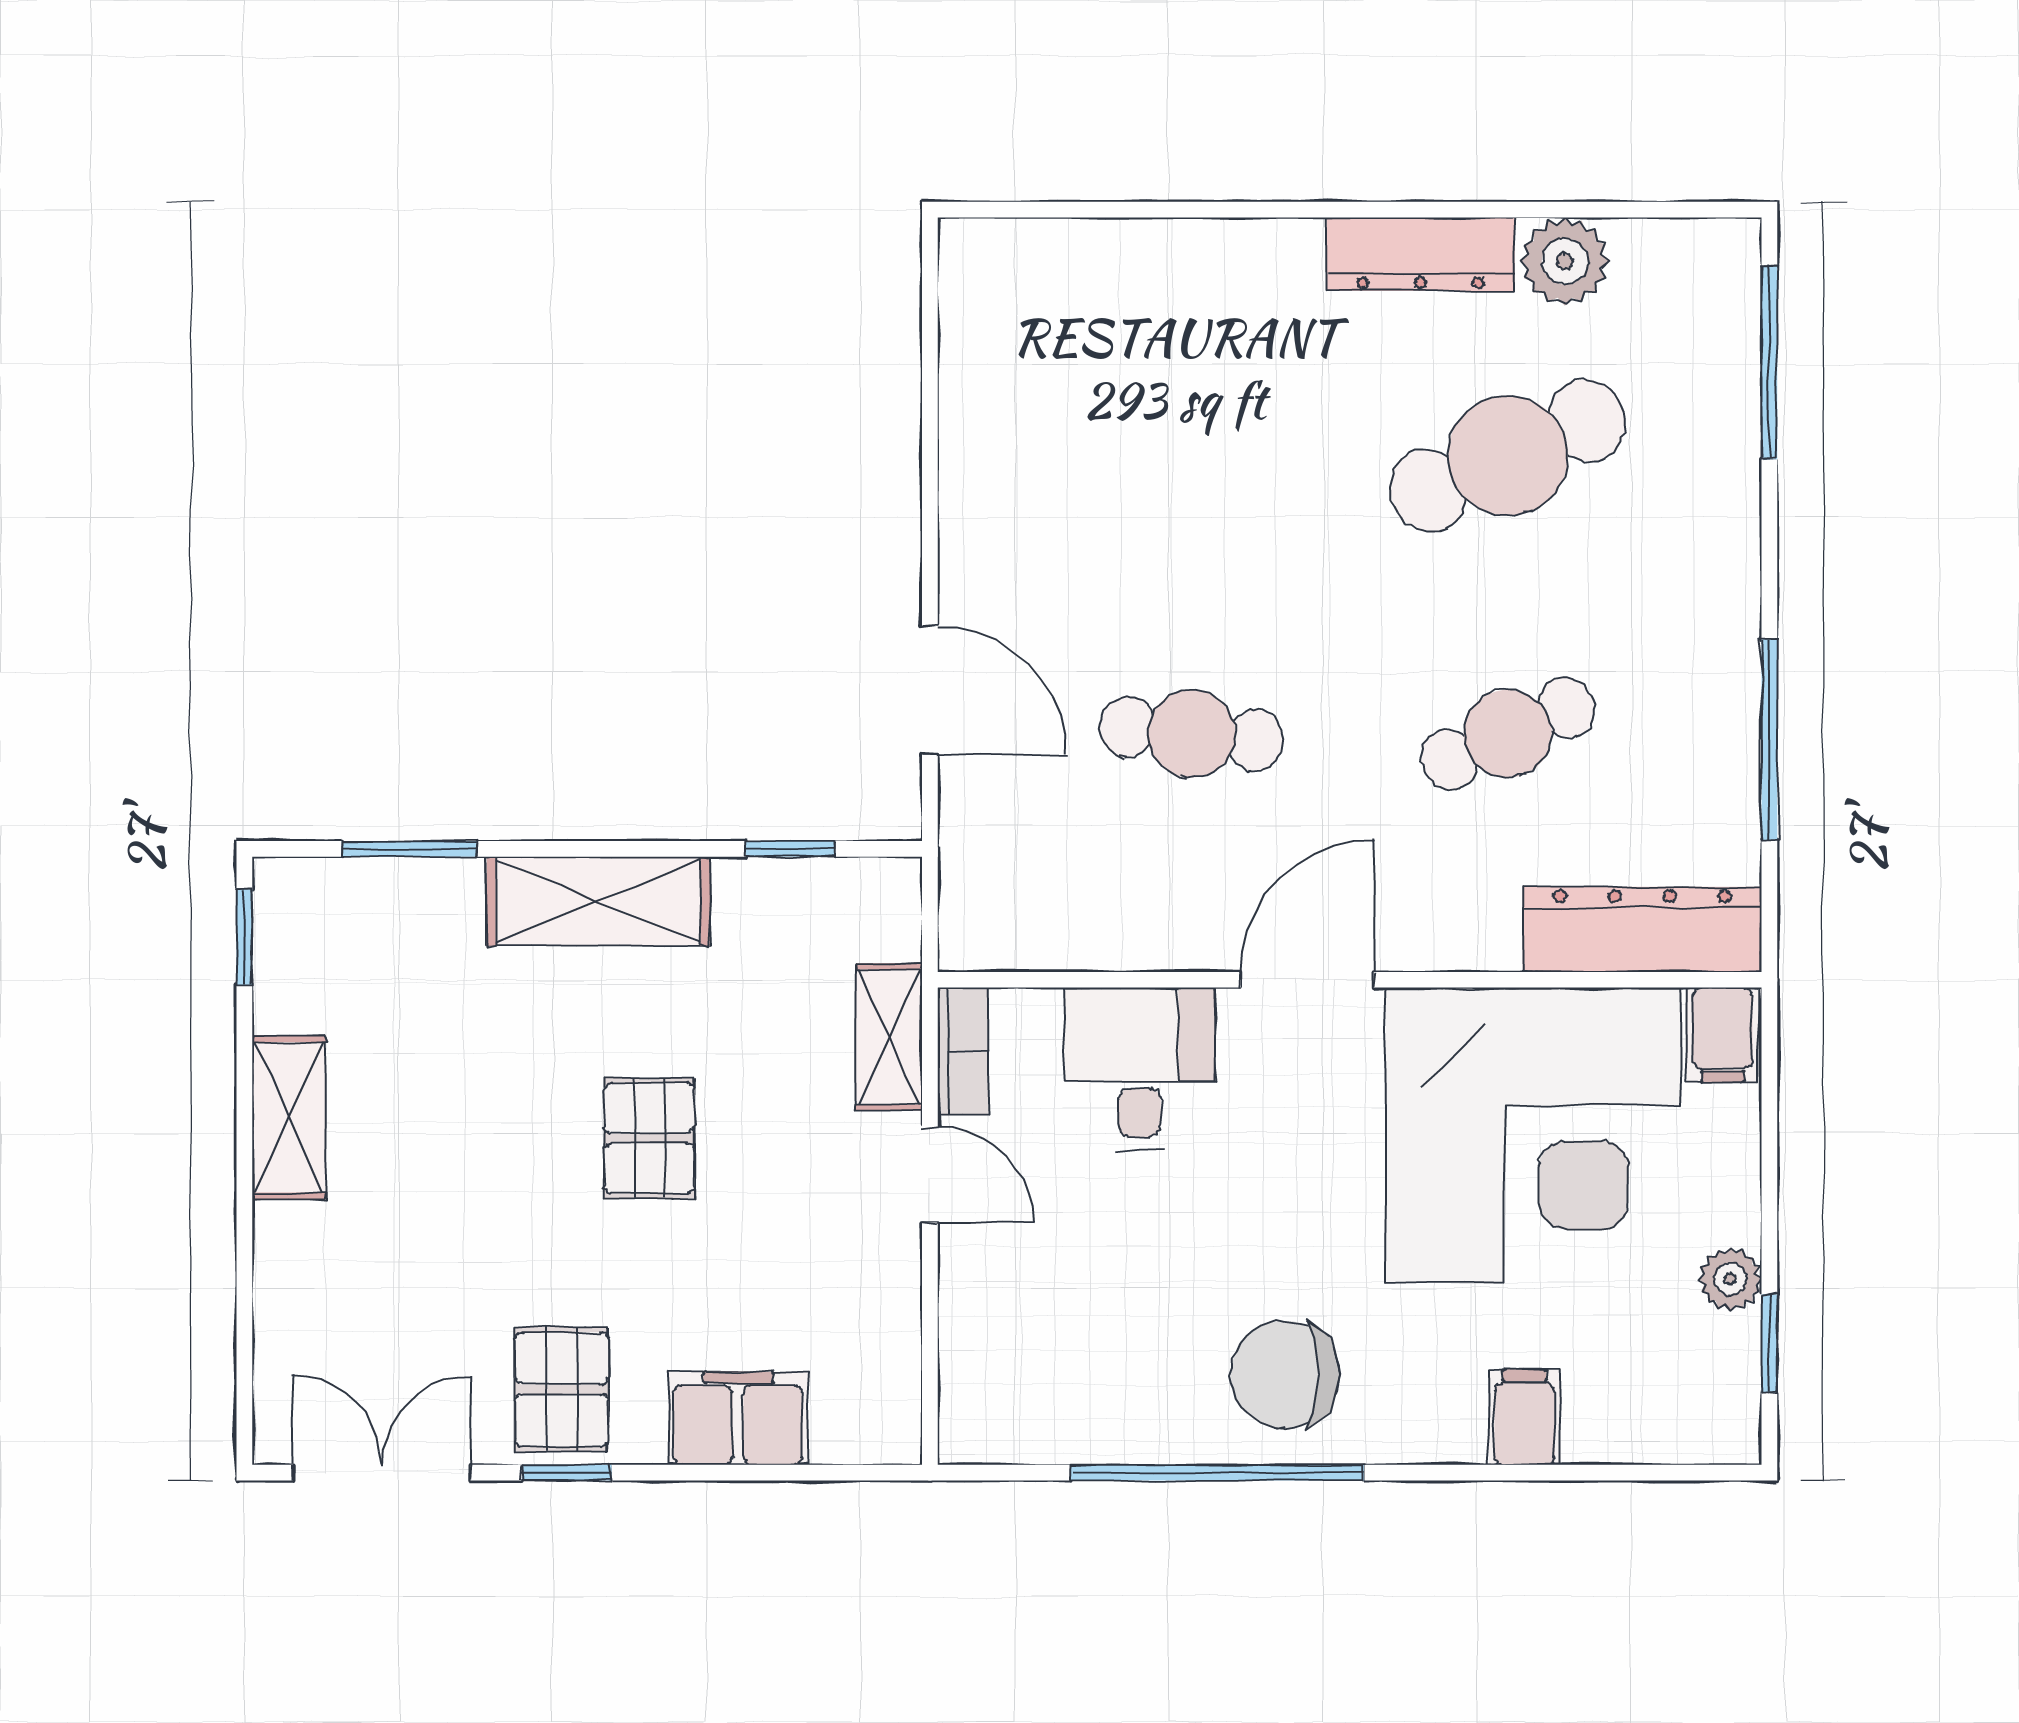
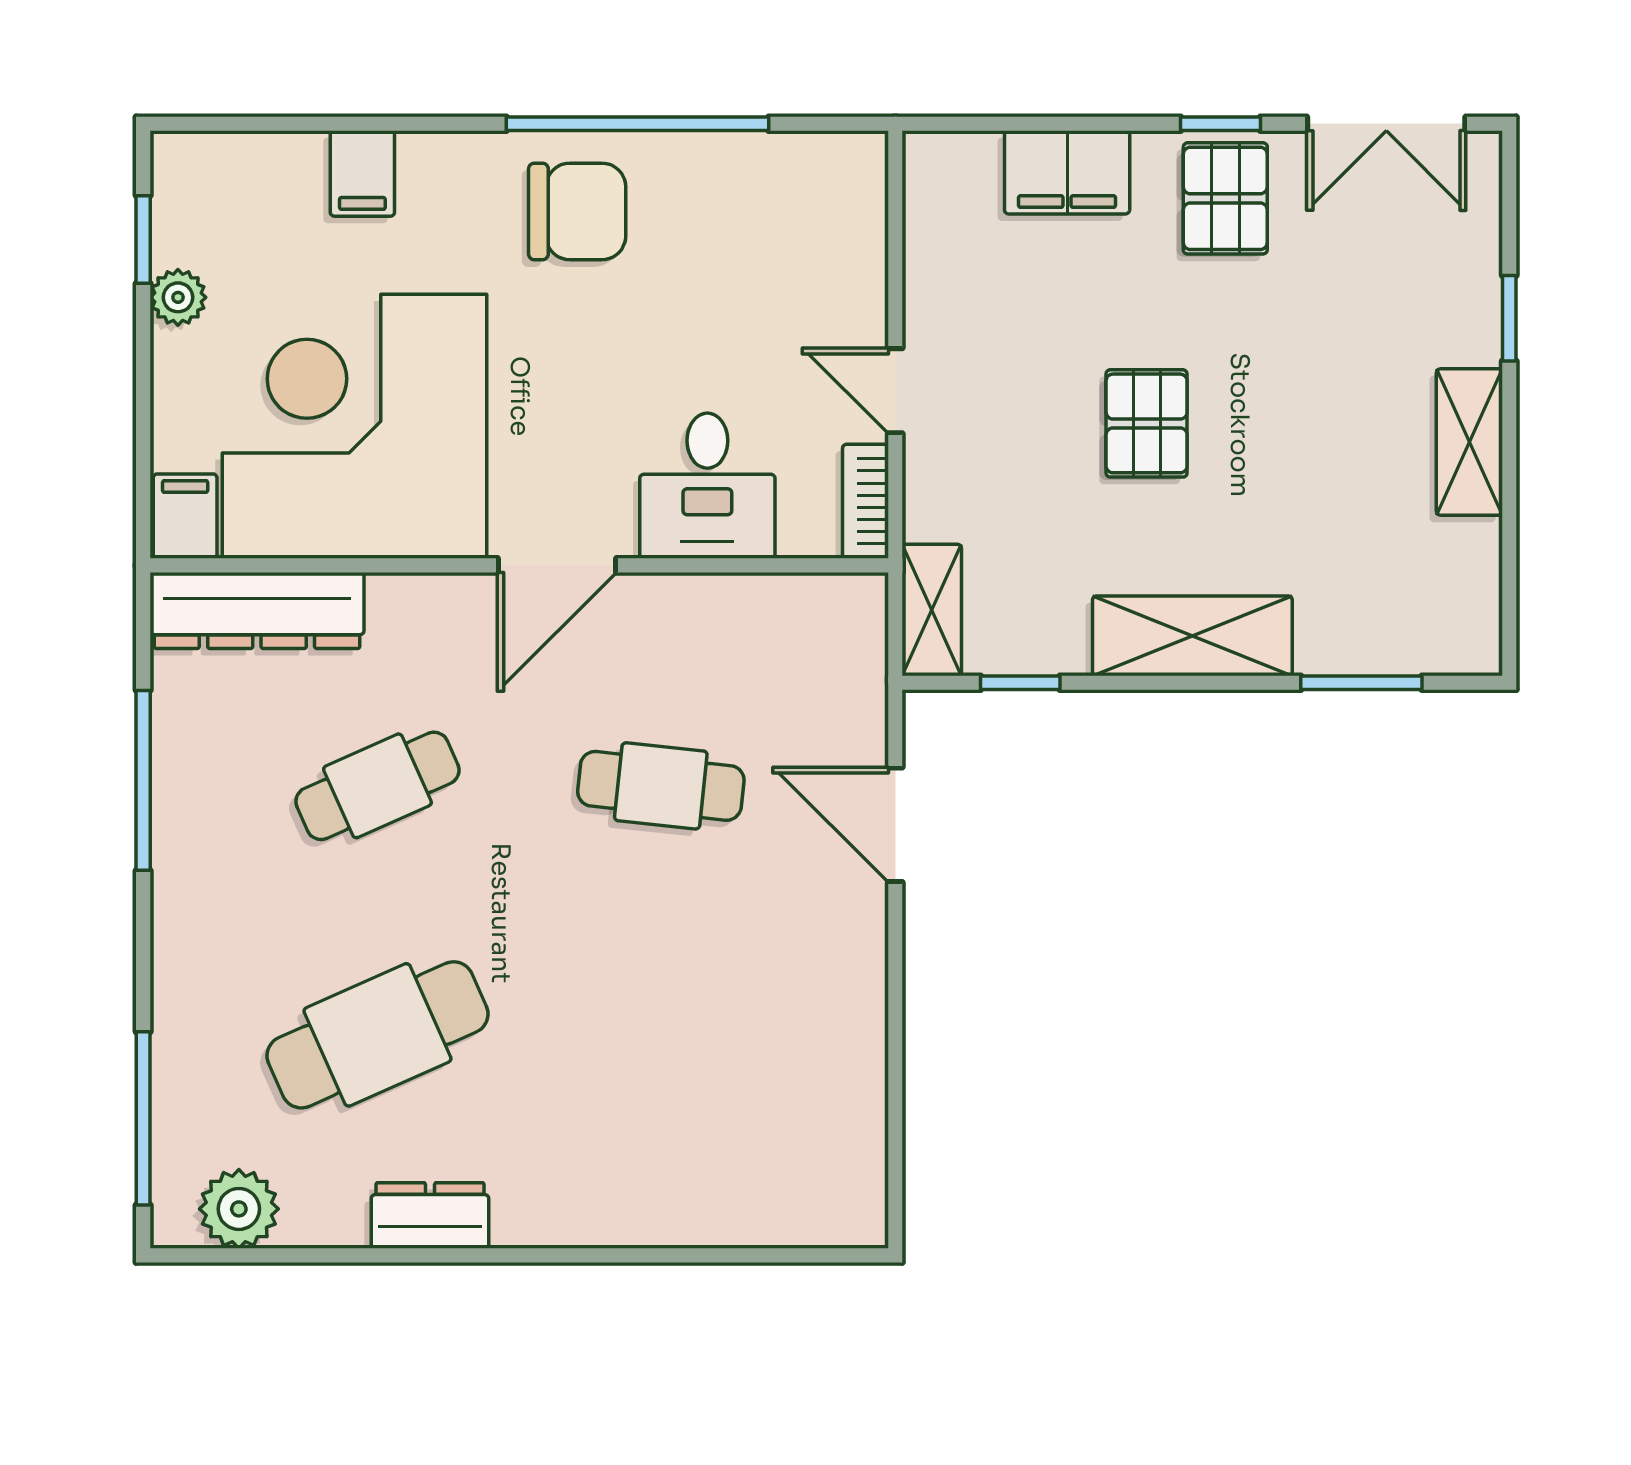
dresser: (1421, 254) -> (430, 1216), width x0.70
plant: (1565, 261) -> (239, 1209), moved
window: (244, 937) -> (1509, 318), moved
shelving: (889, 1037) -> (932, 610), moved

